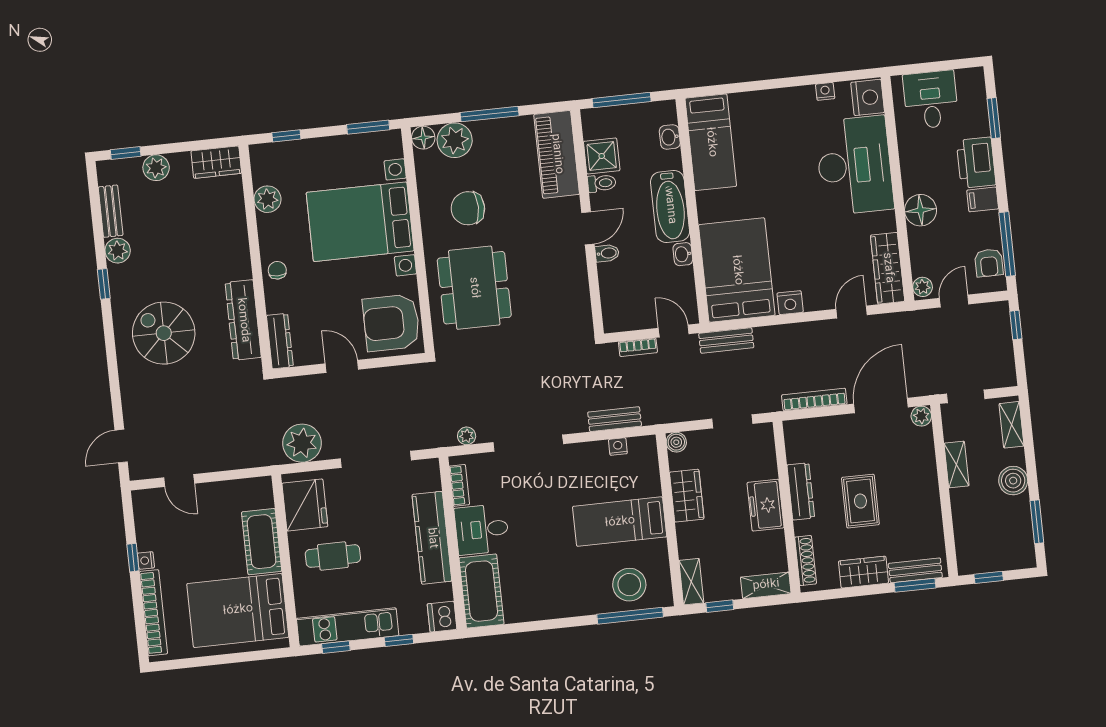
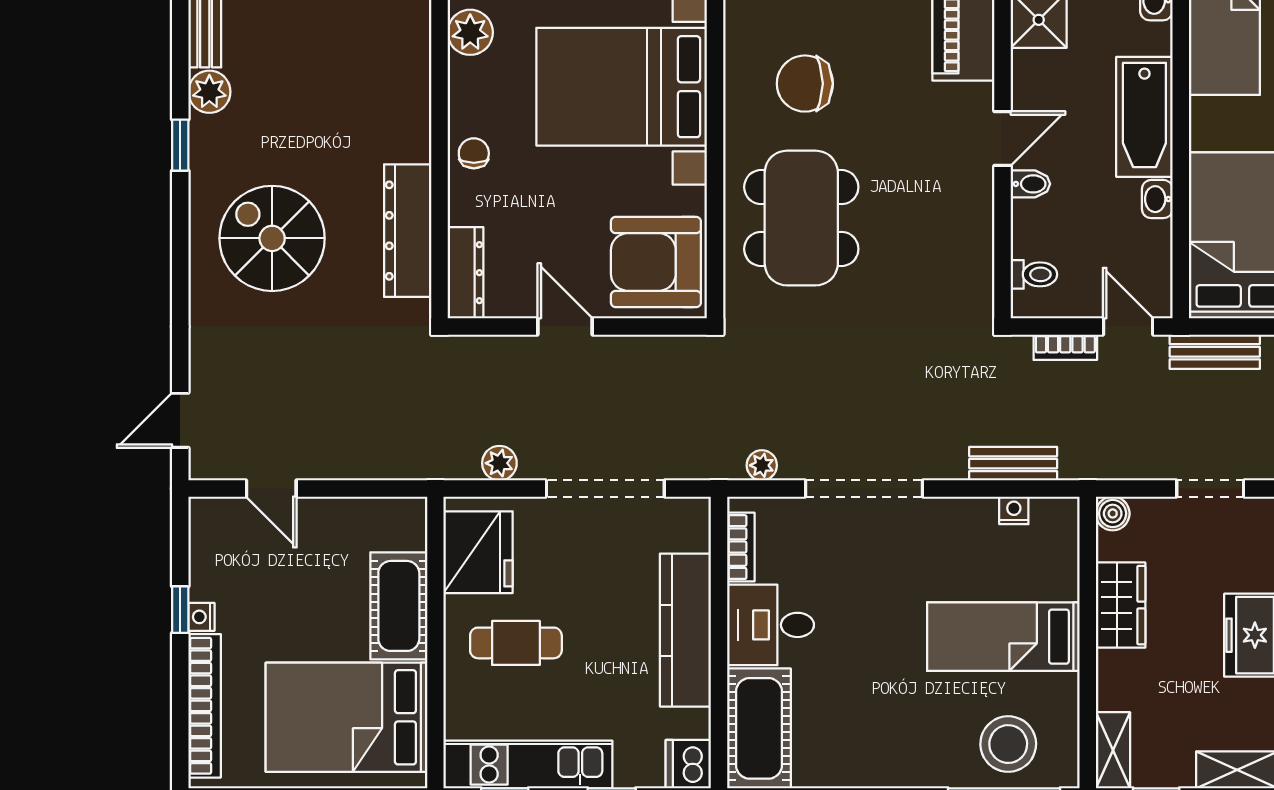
toilet: (602, 183) -> (1034, 274), moved
plant: (302, 443) -> (499, 463), width x0.53, depth x0.53

